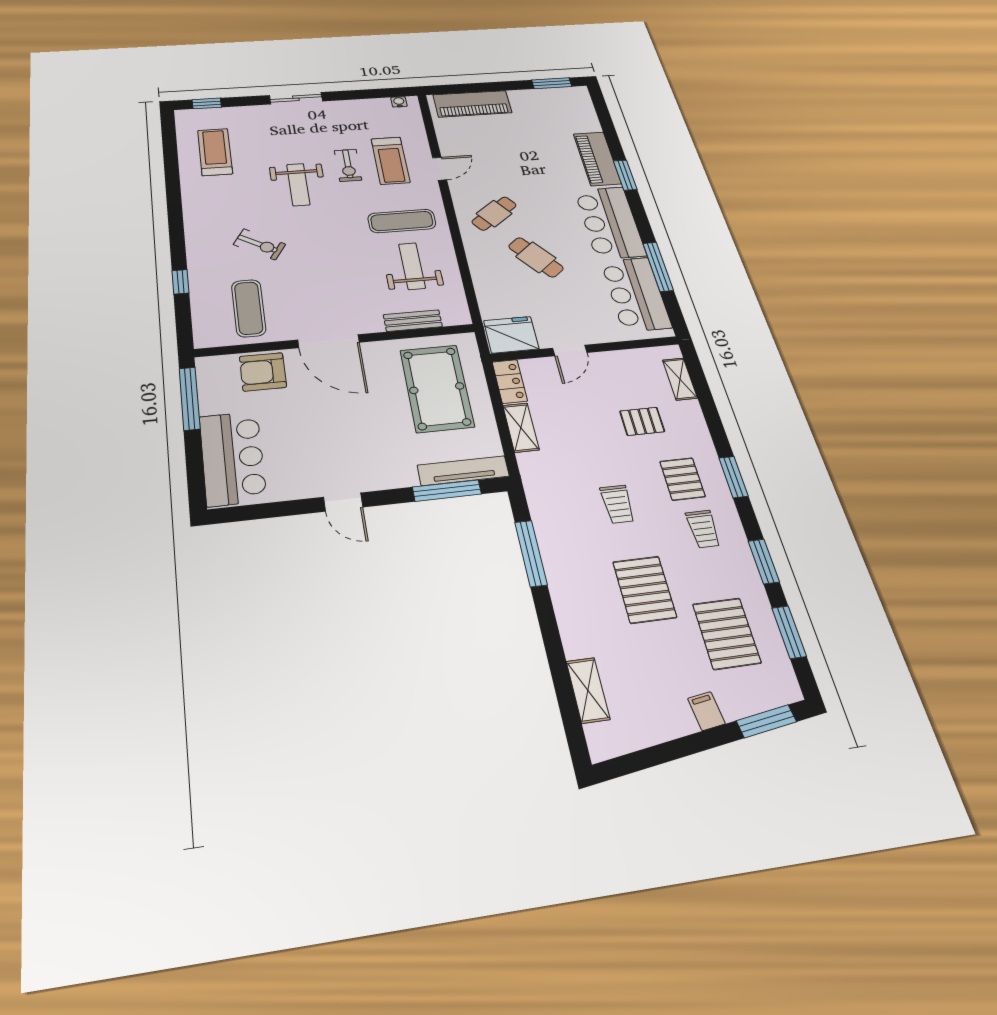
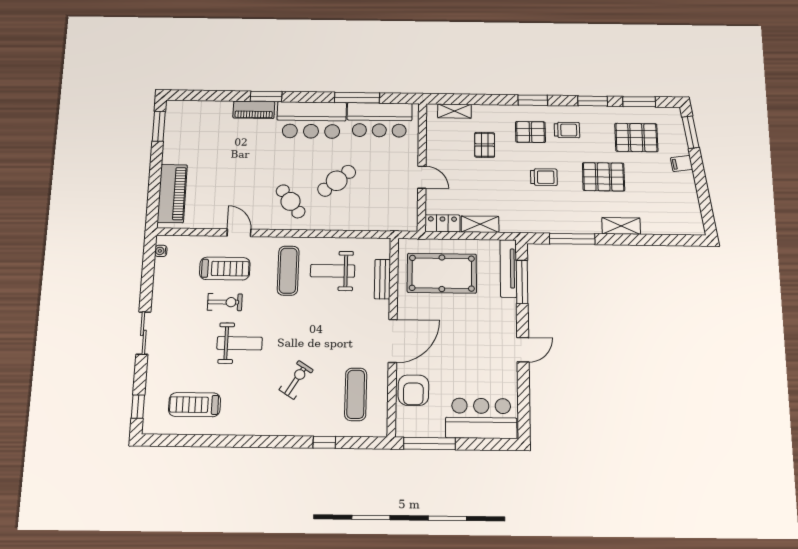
piano: (597, 159) -> (254, 110), width x0.73, depth x0.75
exercise mat: (249, 308) -> (356, 394), turned 90
fridge: (511, 335) -> (404, 214), removed
shelving: (588, 690) -> (621, 226), moved

